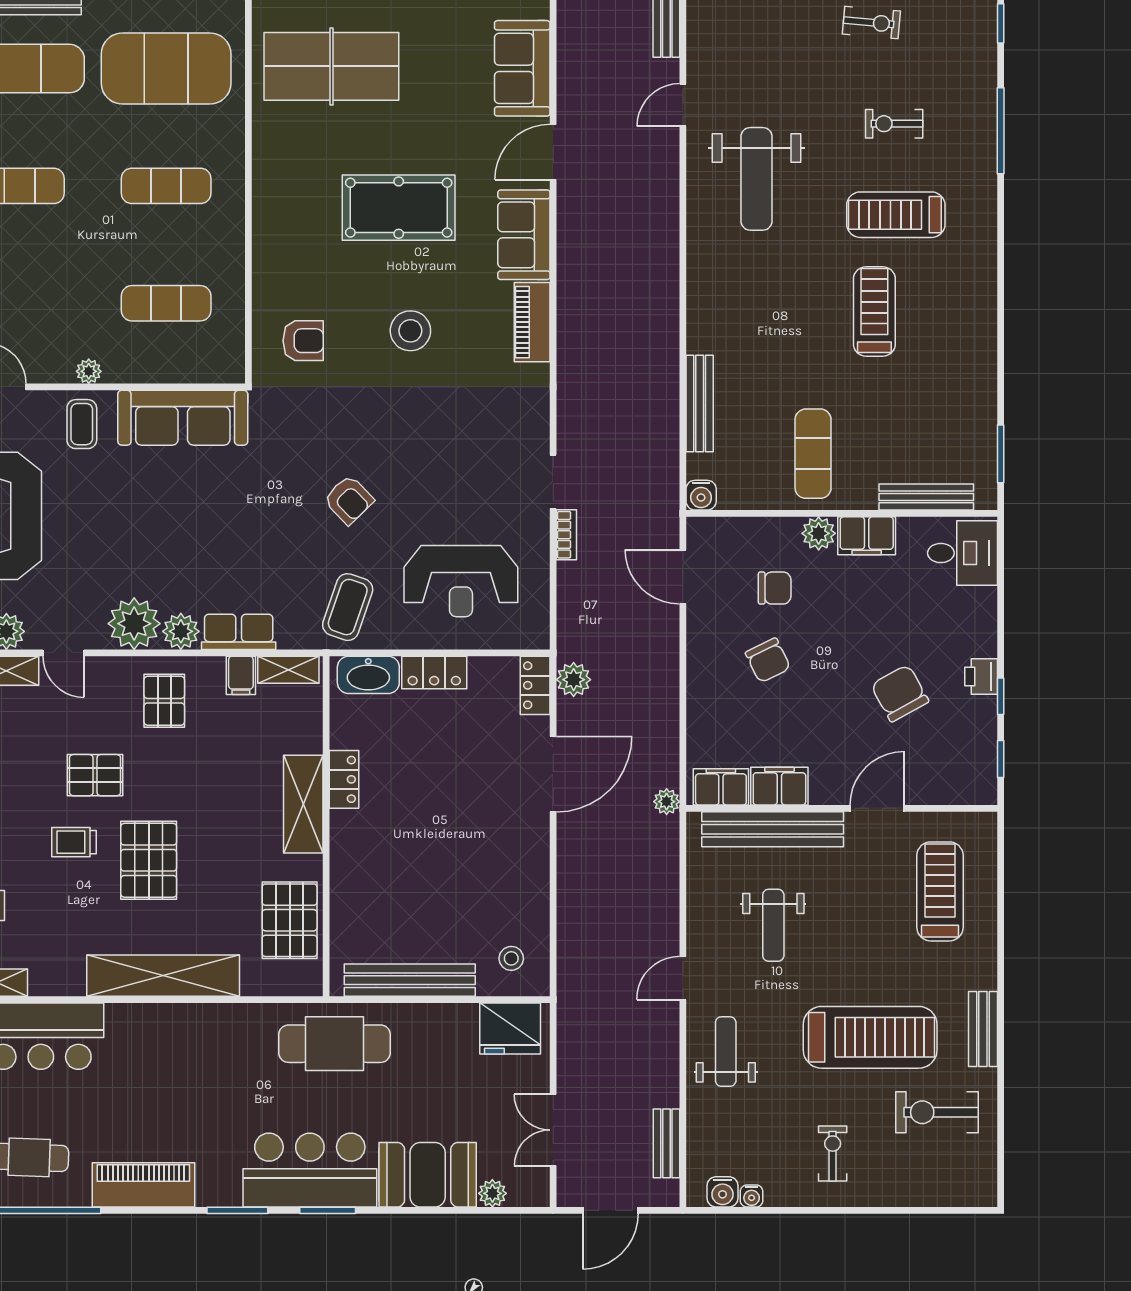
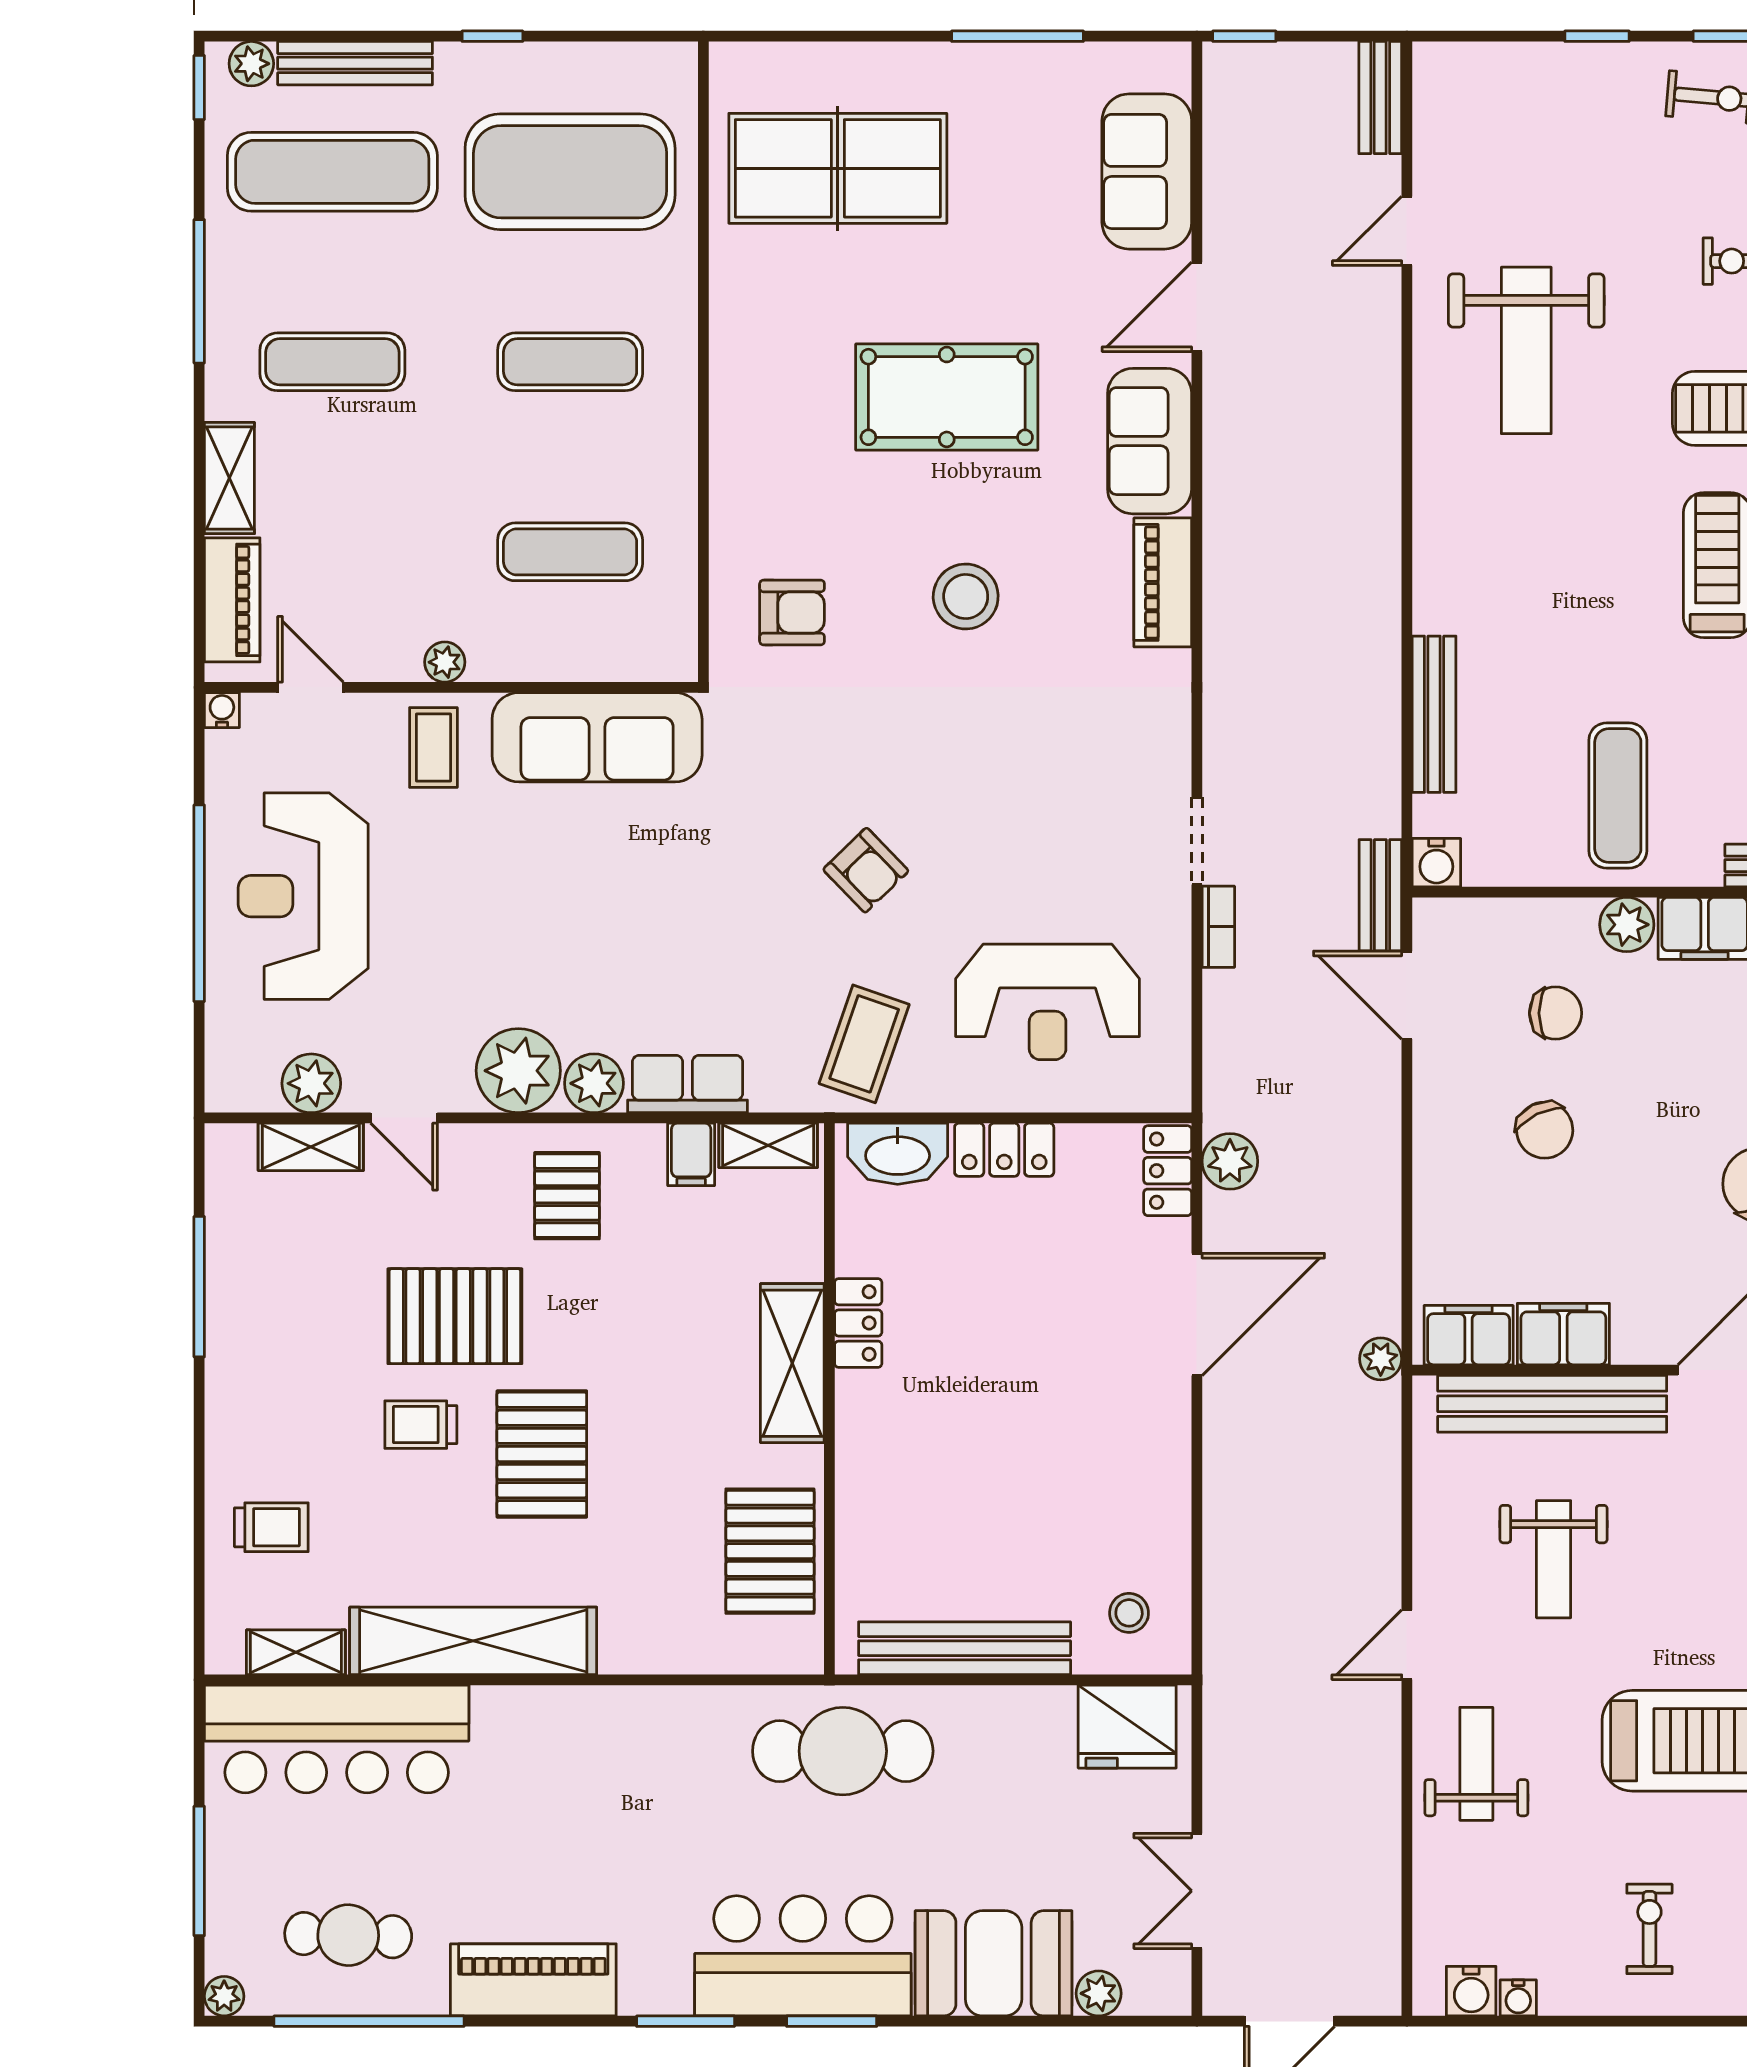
pallet: (95, 775) -> (455, 1316), width x1.50, depth x1.42
shelving: (163, 976) -> (473, 1641), moved
bench: (666, 1143) -> (1380, 895), moved

